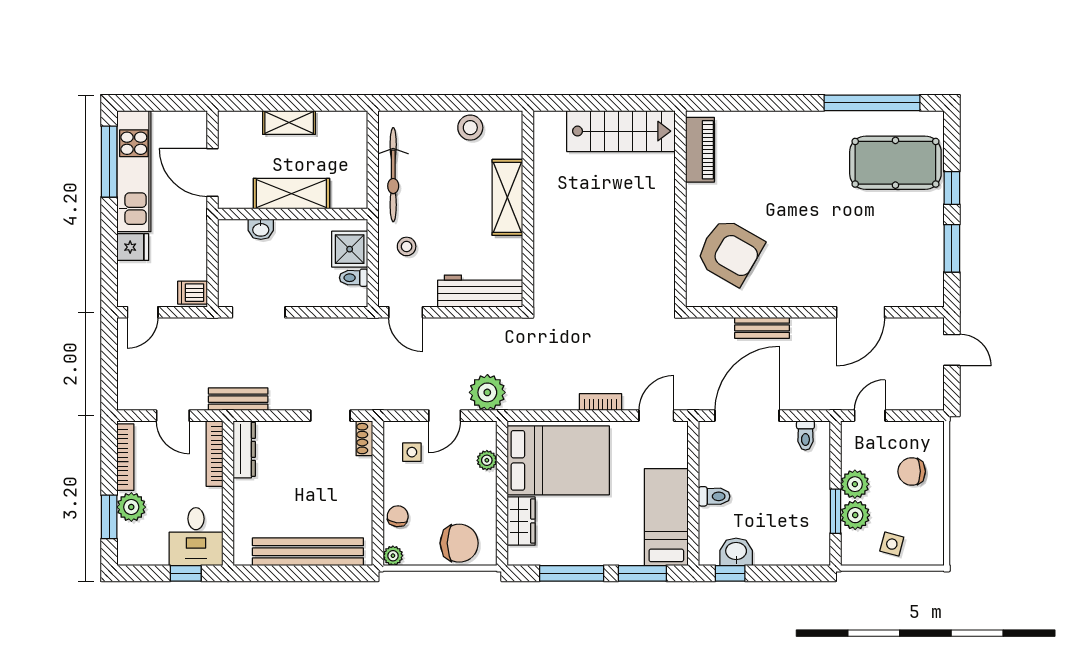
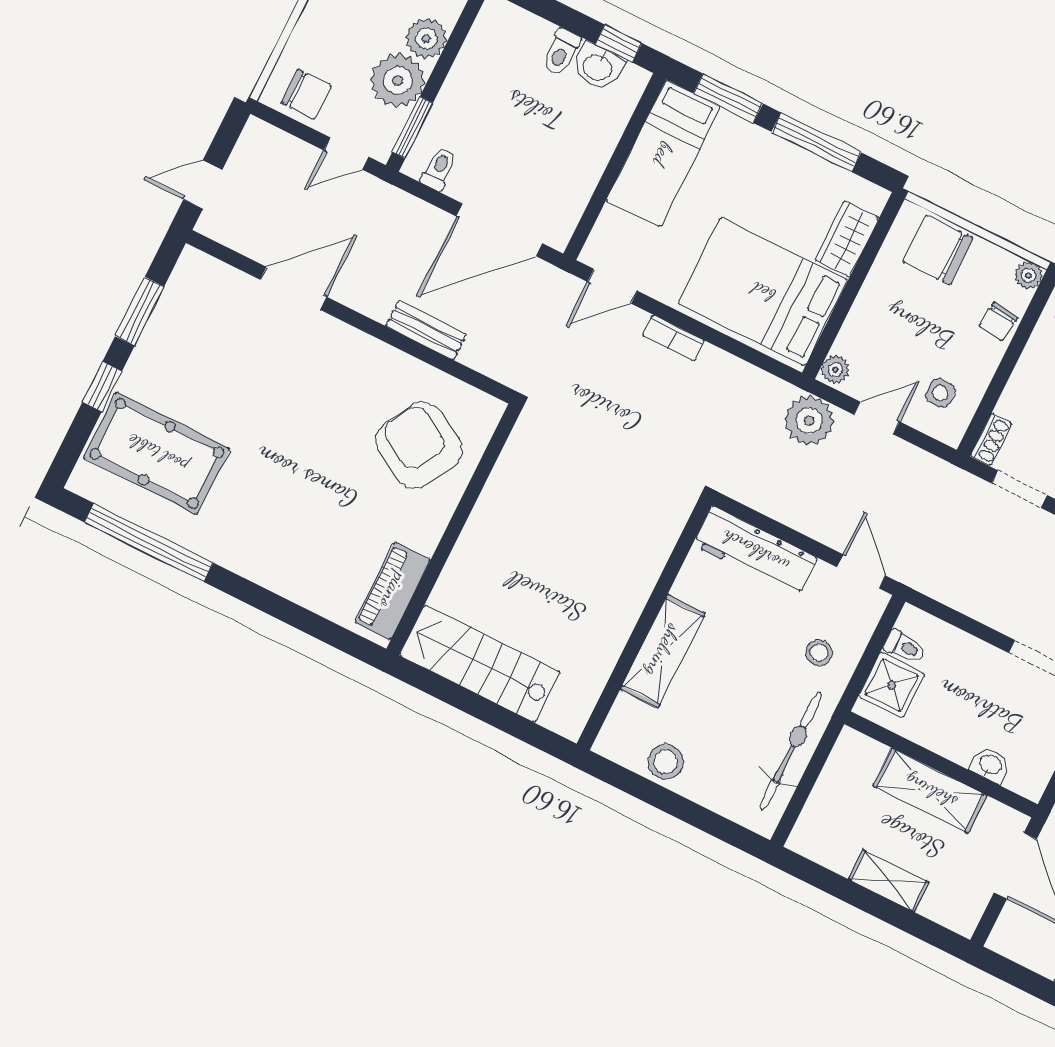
door: (952, 350) -> (203, 184), hinge flipped
plant: (487, 460) -> (835, 370), moved
chair: (912, 471) -> (306, 94), moved
plant: (855, 484) -> (398, 80), width x1.36, depth x1.36
toilet: (714, 496) -> (562, 52), moved, turned -90
window: (835, 511) -> (413, 128), moved

